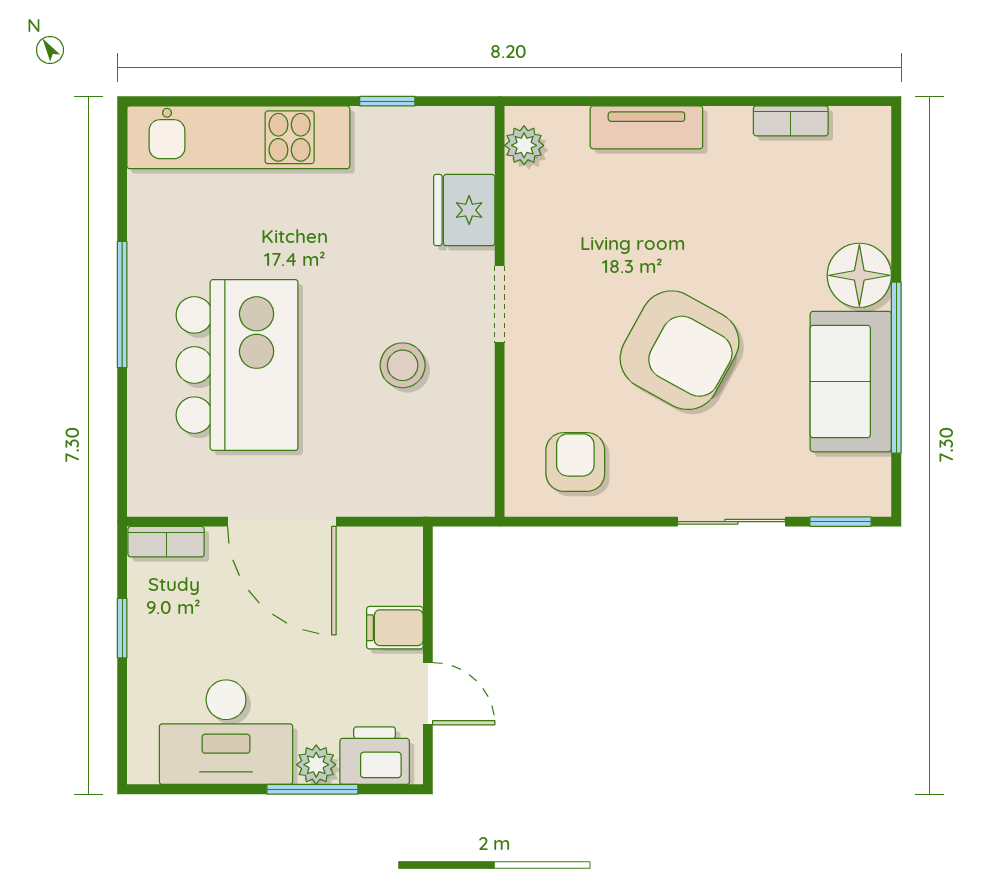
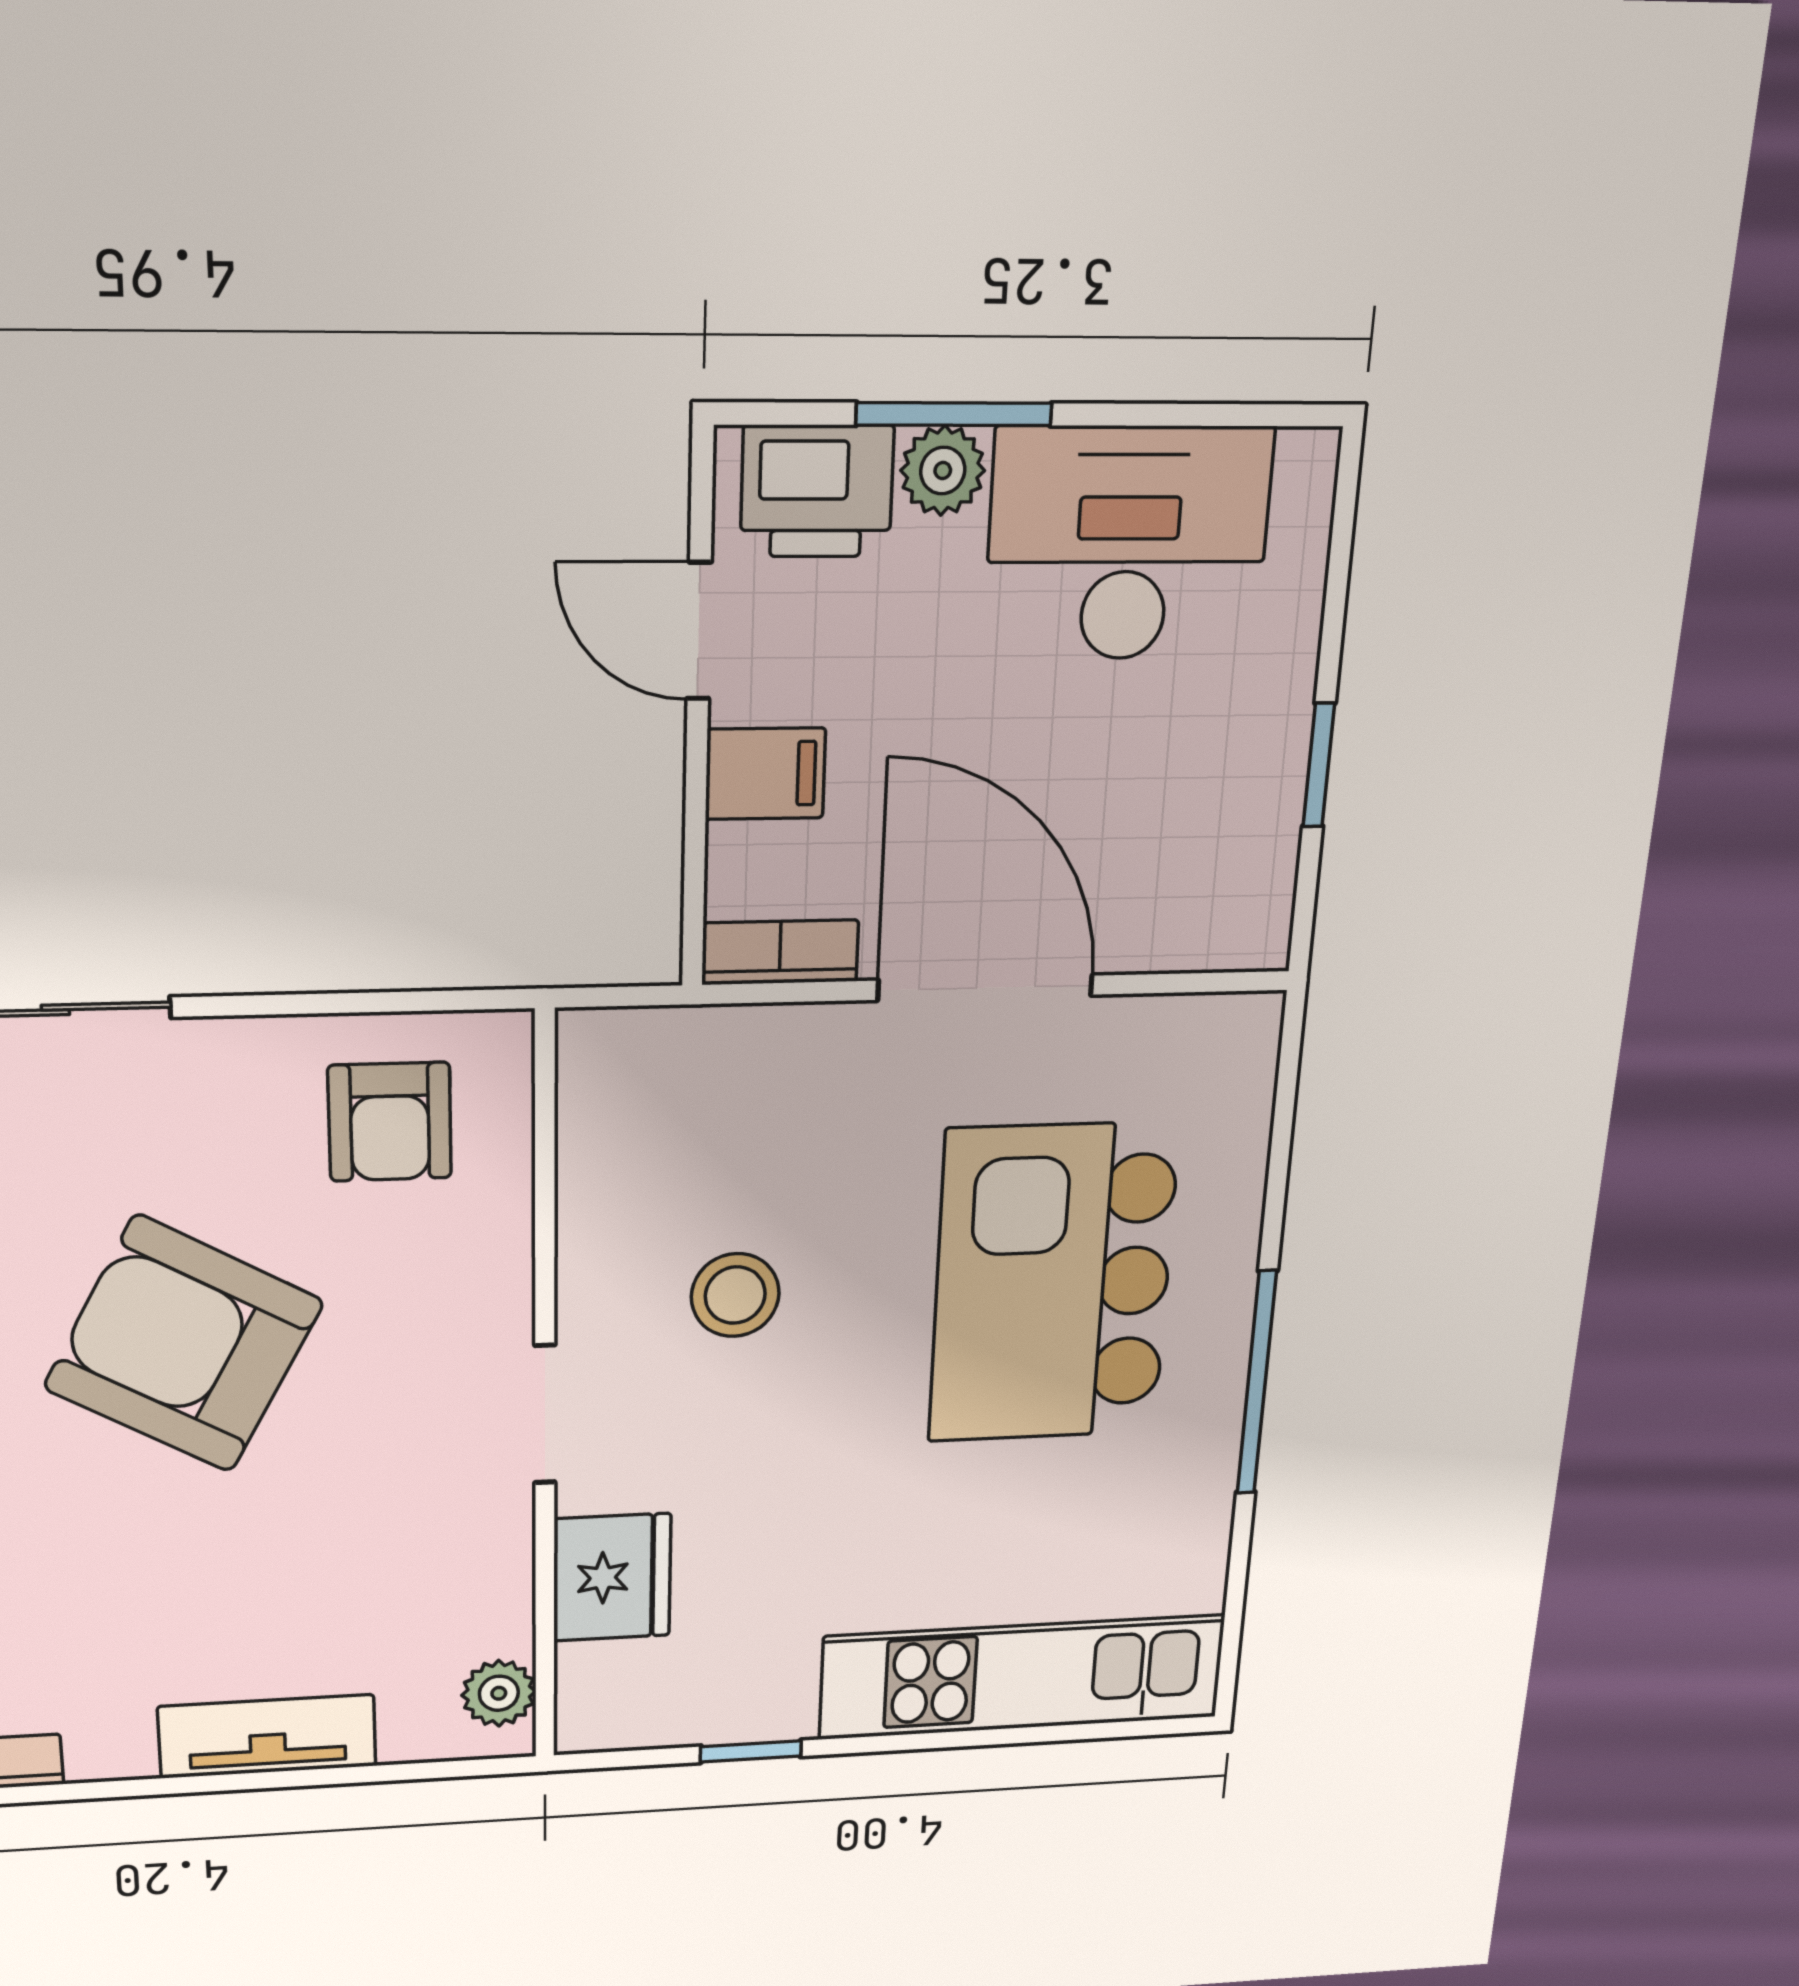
bookcase: (166, 542) -> (780, 952), moved

